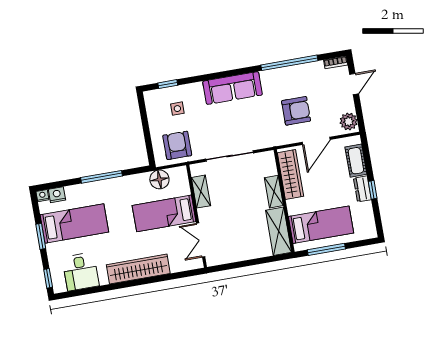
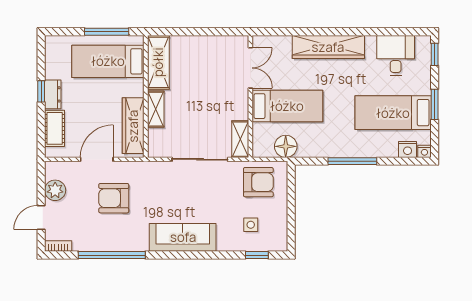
plant: (349, 121) -> (55, 190), moved
armchair: (177, 145) -> (258, 182), turned -90
shelving: (201, 192) -> (240, 139), moved

